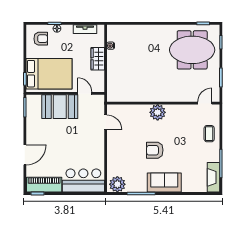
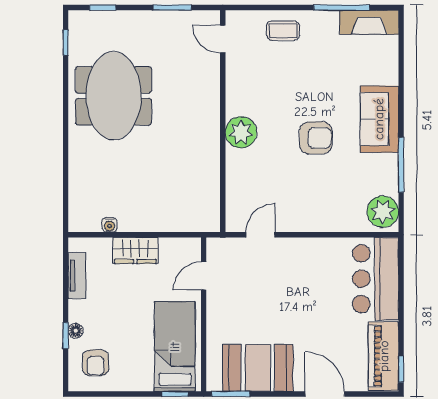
armchair: (41, 39) -> (96, 363), turned 180
meeting table: (192, 50) -> (114, 96), moved
bed: (49, 74) -> (175, 347), width x0.67
booth: (60, 107) -> (258, 368), moved, turned 90
armchair: (155, 150) -> (316, 138), turned -90

